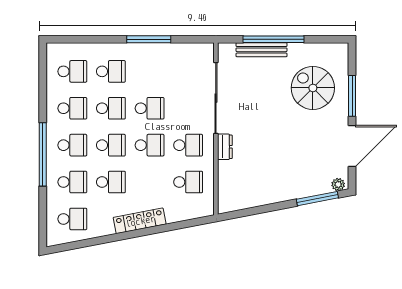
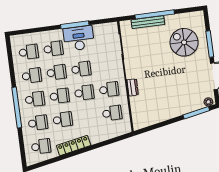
desk: (152, 61) -> (79, 38), added
locker: (140, 221) -> (74, 145), moved

